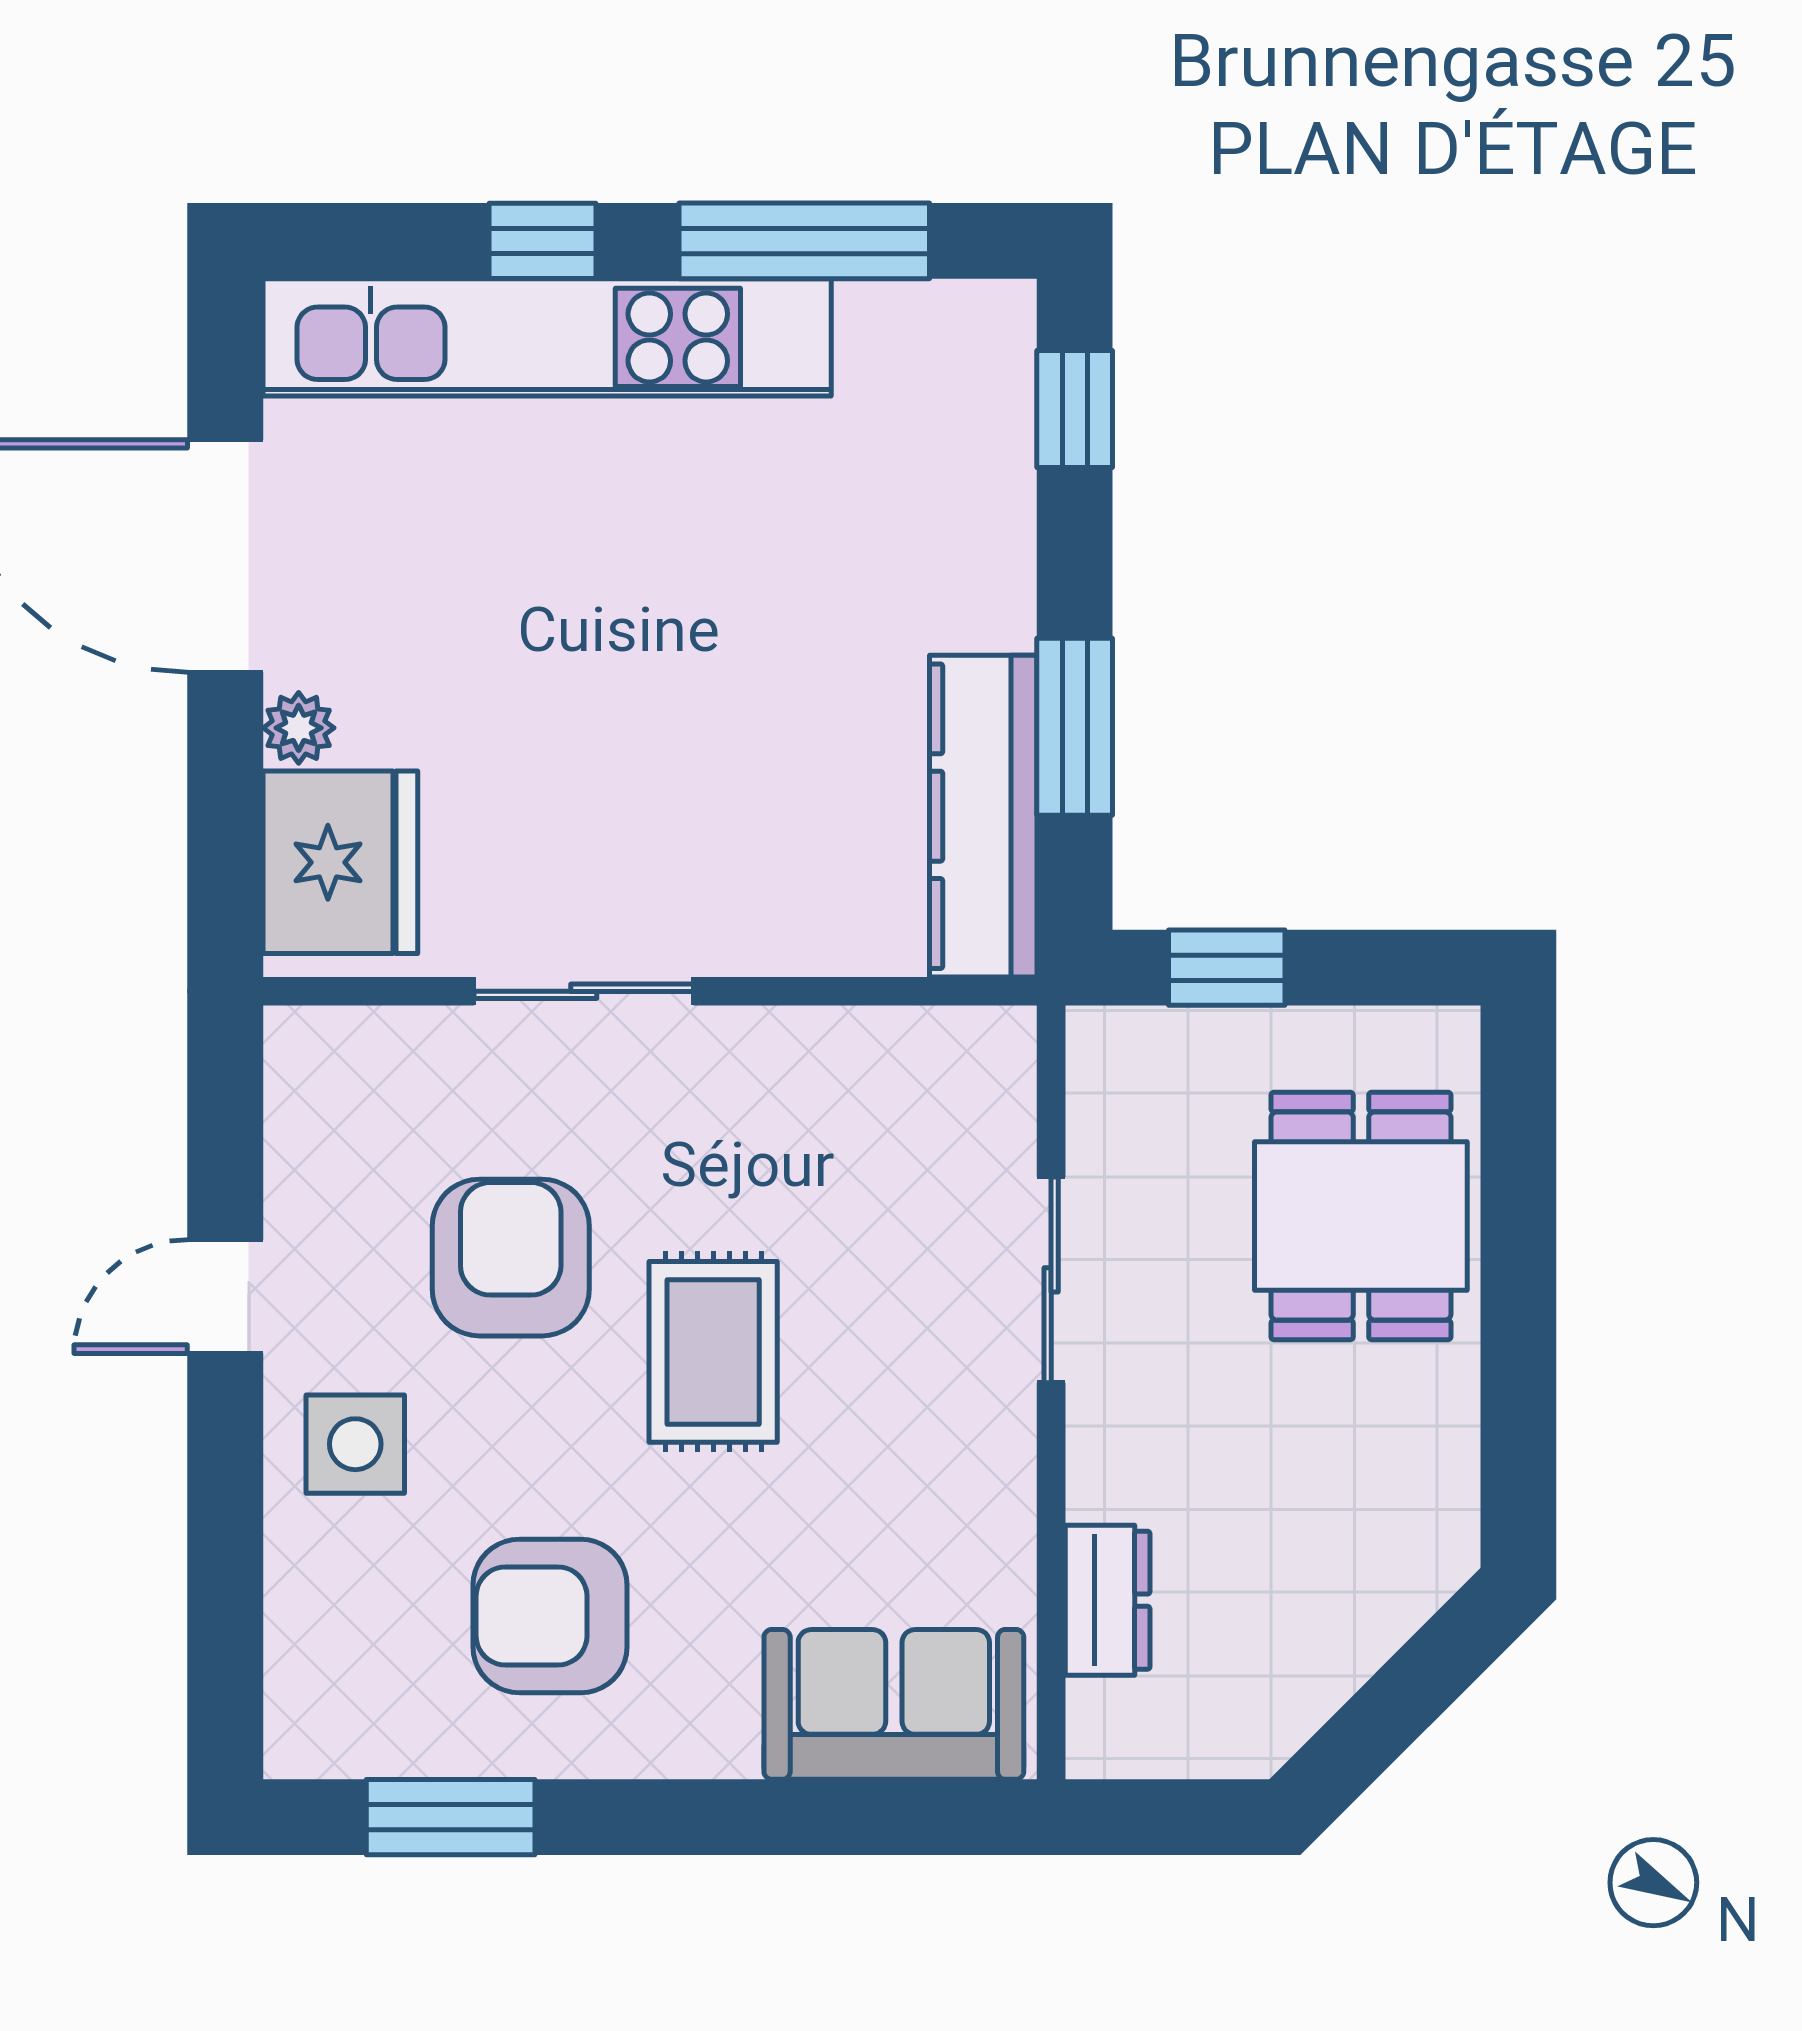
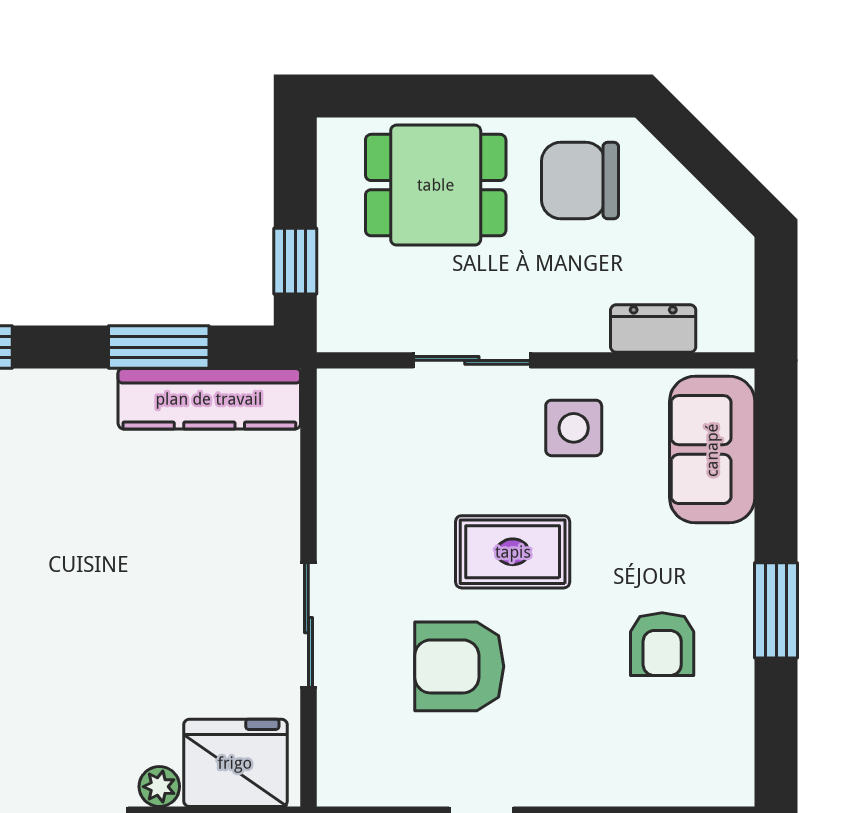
side table: (355, 1444) -> (574, 428), moved
chair: (1369, 1471) -> (580, 181), added
armchair: (550, 1616) -> (662, 644), width x0.72, depth x0.72
window: (451, 1817) -> (776, 610), moved

